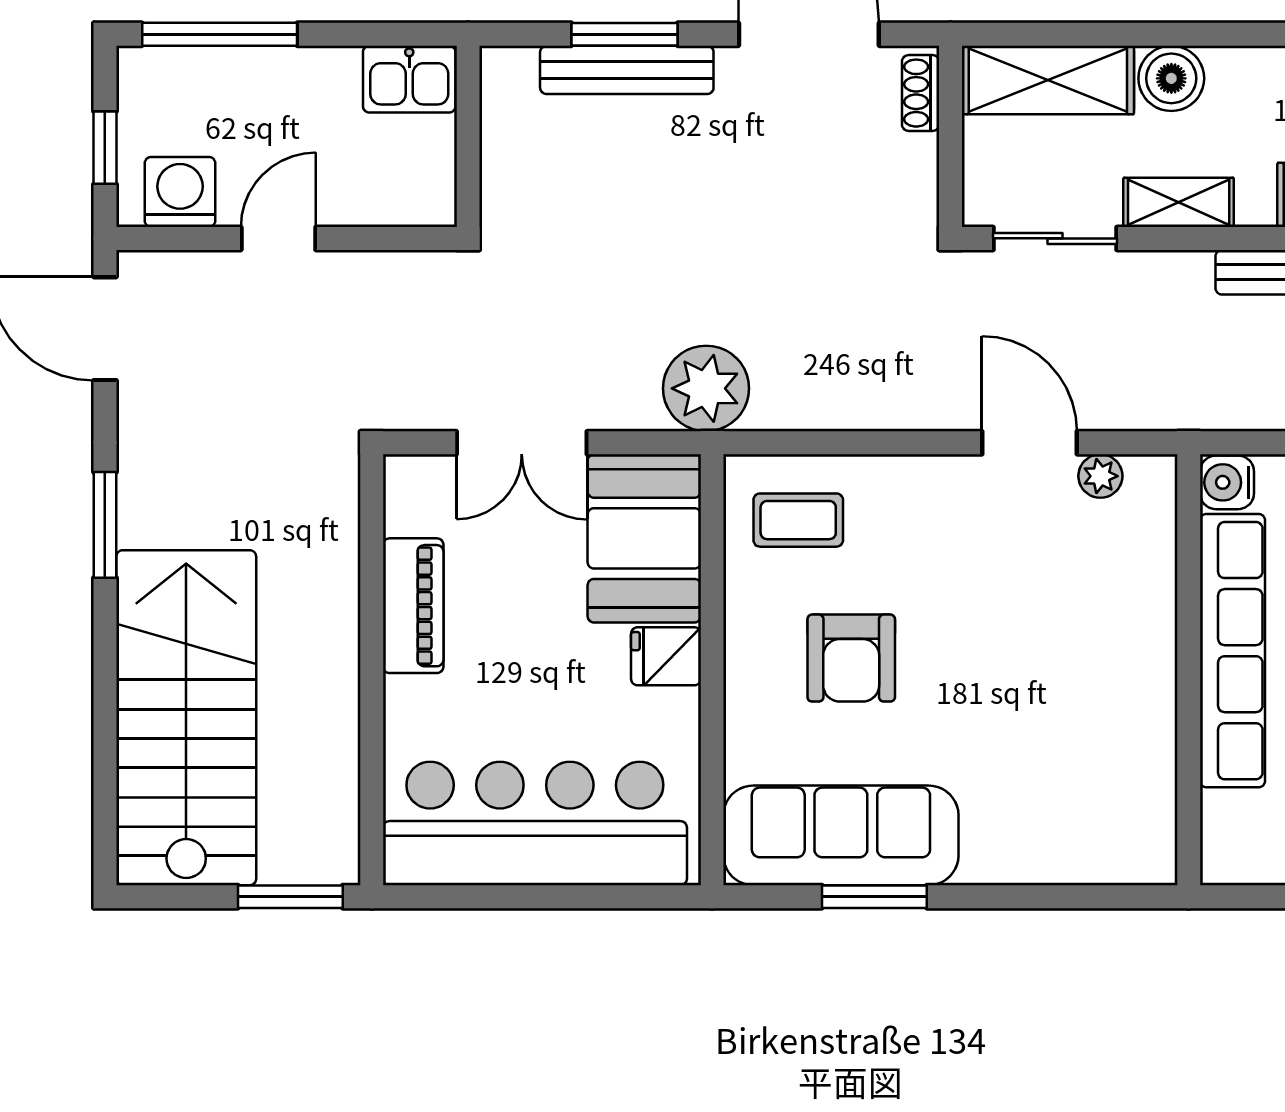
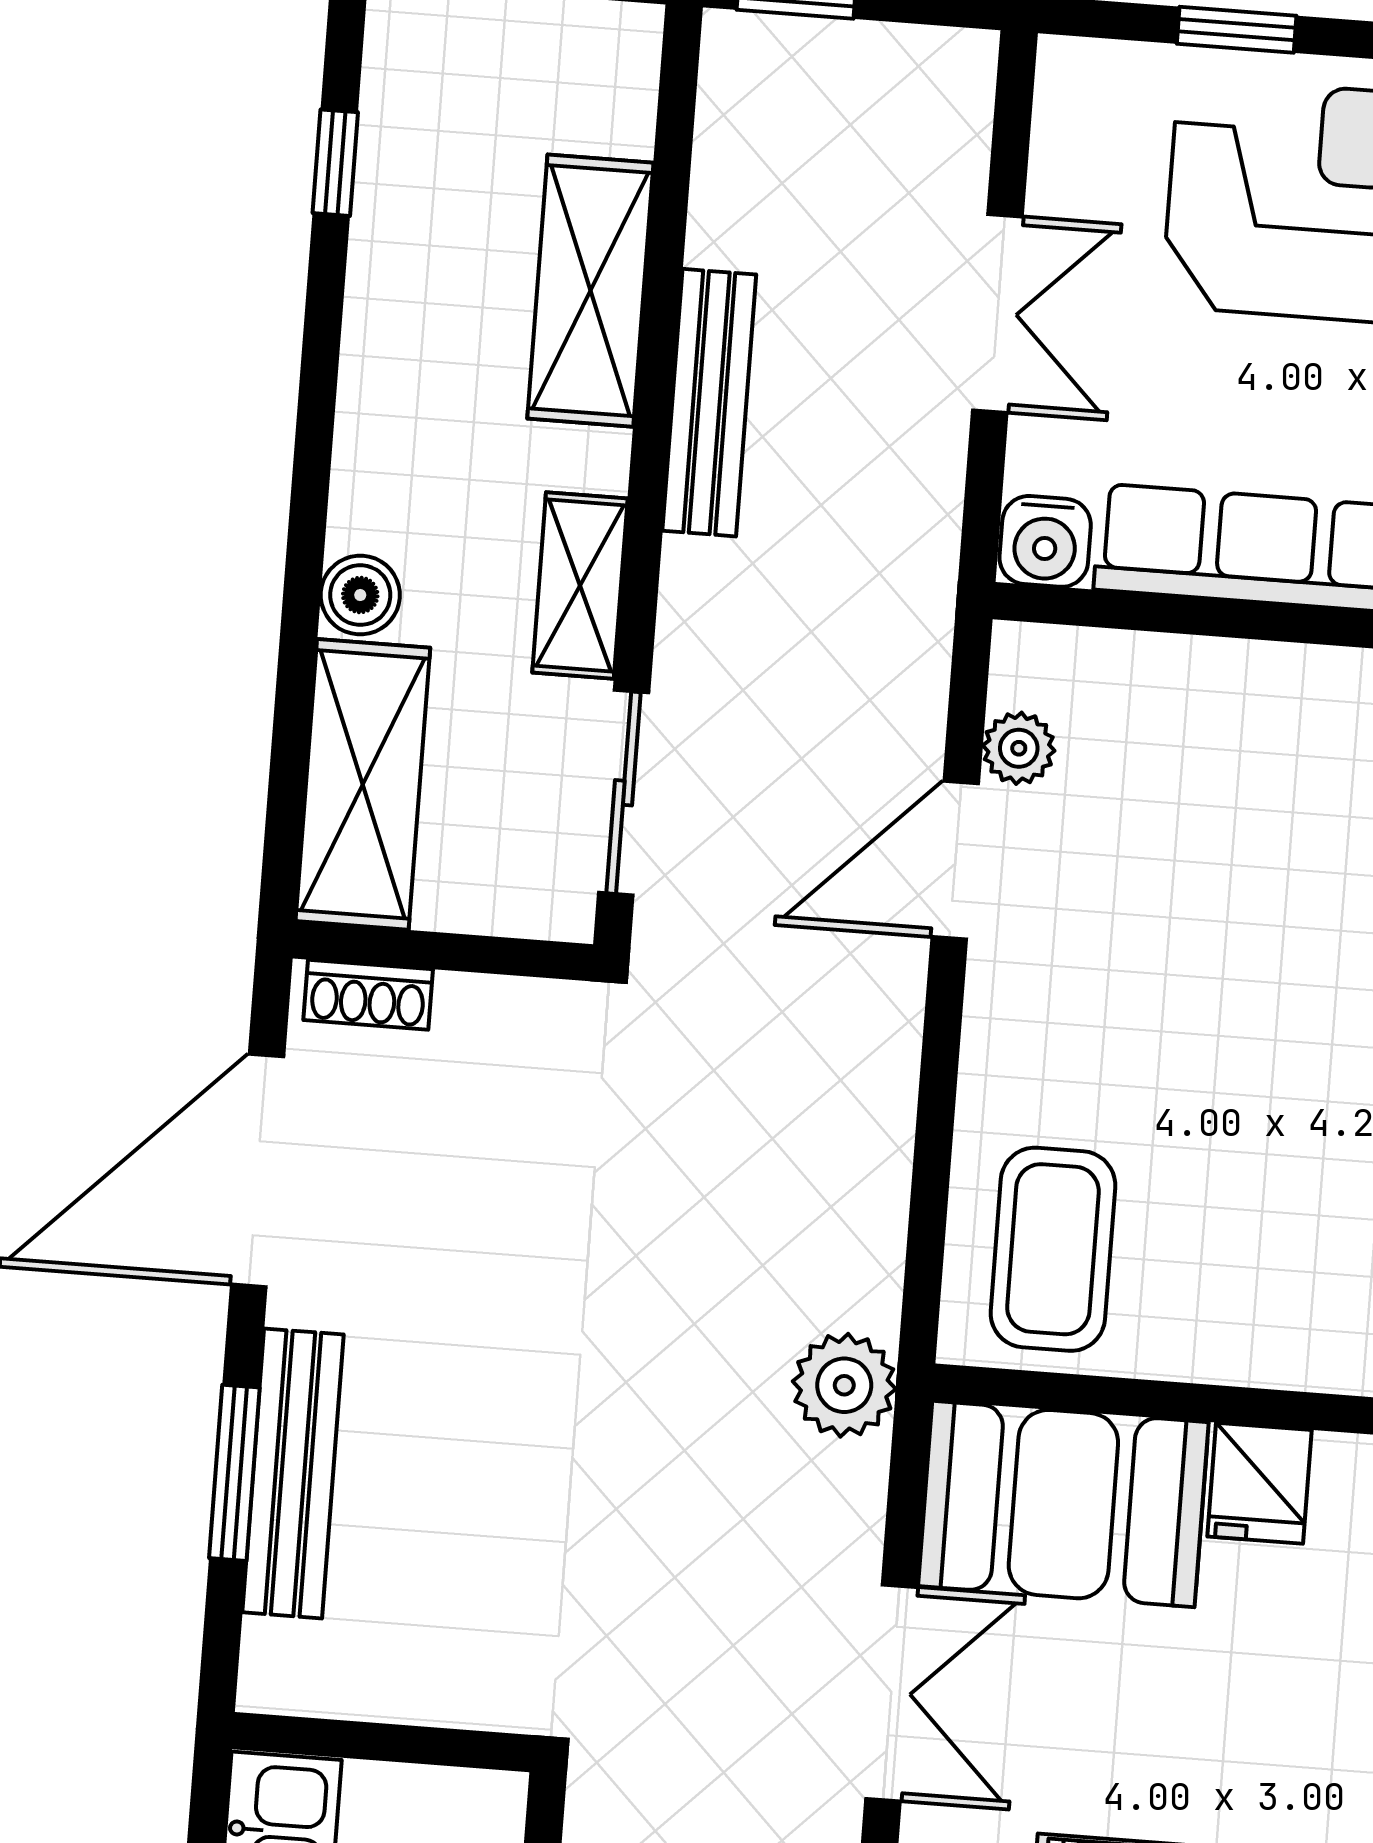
boiler: (1171, 78) -> (360, 595), width x0.73, depth x0.73
plant: (706, 388) -> (844, 1385), width x0.73, depth x0.73
coffee table: (798, 520) -> (1053, 1249), width x1.36, depth x1.30
armchair: (851, 658) -> (1286, 1180), removed

